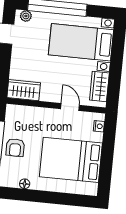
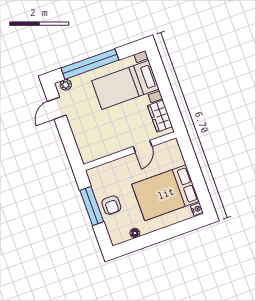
wardrobe: (24, 90) -> (95, 151), removed
door: (70, 107) -> (143, 147), swing flipped
nightstand: (99, 126) -> (197, 209), moved

